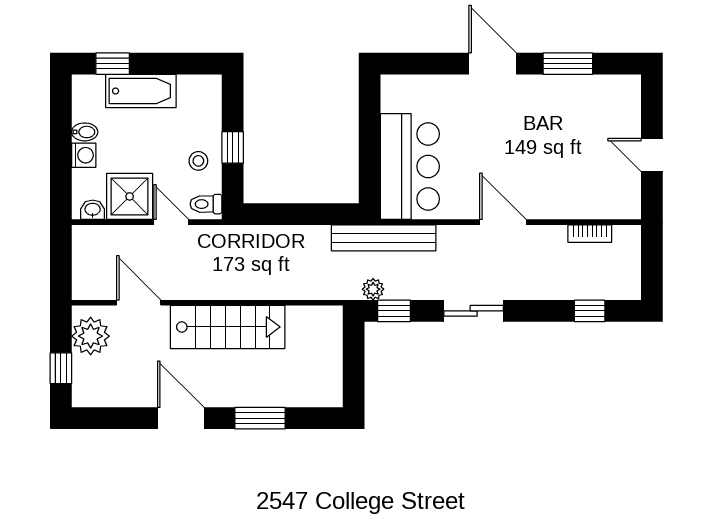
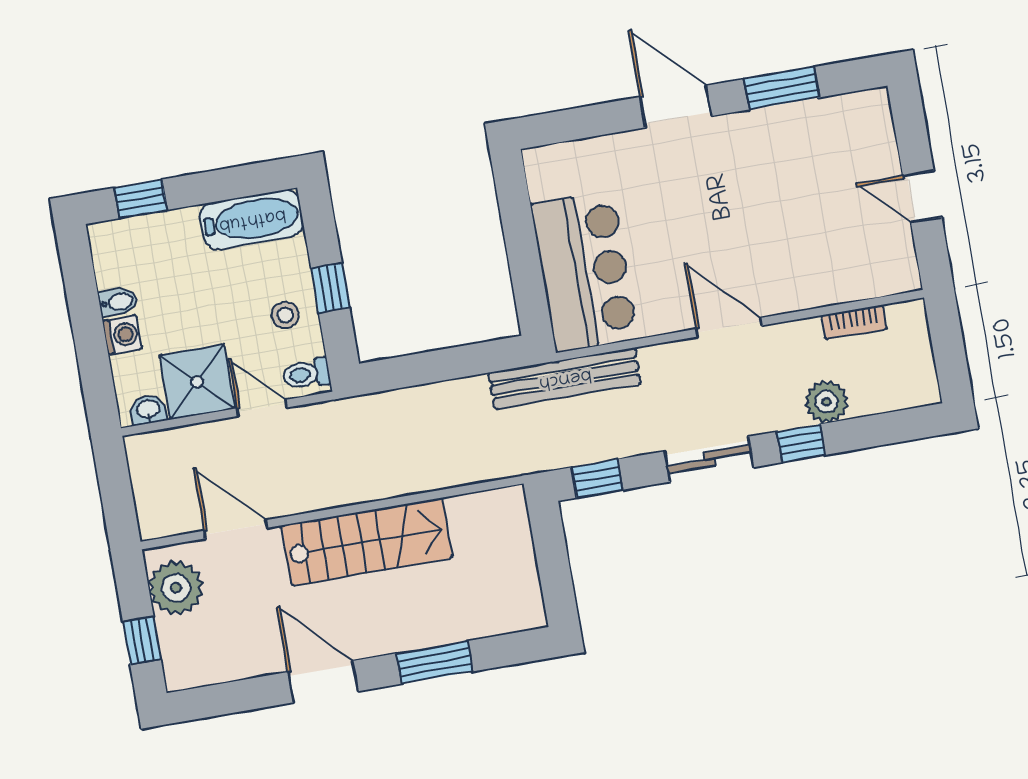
bathtub: (141, 91) -> (252, 219), moved
plant: (373, 289) -> (826, 402), moved, width x1.38, depth x1.38
window: (590, 311) -> (801, 443), moved

